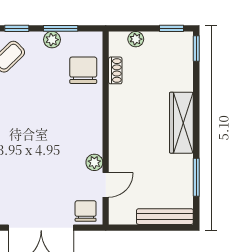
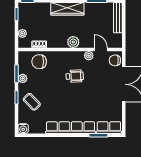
plant: (120, 134) -> (73, 42), added
wheelchair: (56, 136) -> (75, 76), added

